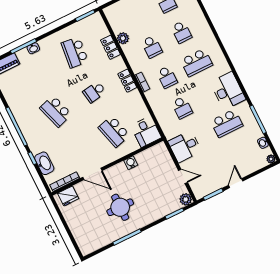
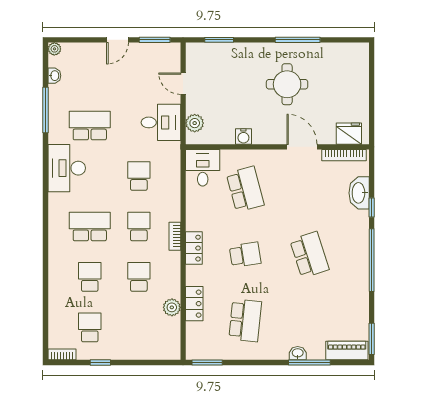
plant: (186, 199) -> (195, 123), moved

